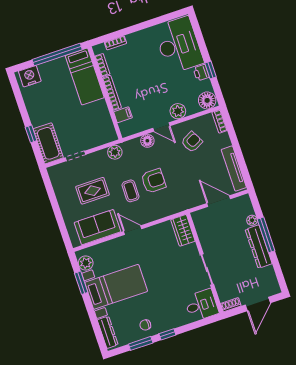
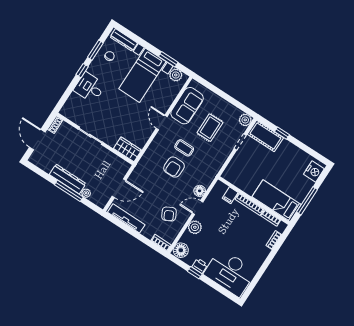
window: (57, 55) -> (307, 201), width x0.68
plant: (115, 152) -> (245, 120), moved
door: (133, 230) -> (162, 122), swing flipped
desk: (201, 305) -> (90, 87), moved, turned 90
chair: (145, 325) -> (110, 56), moved

